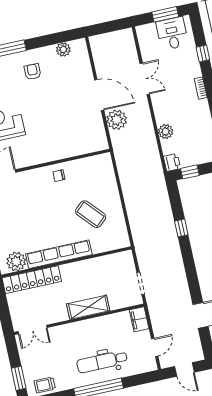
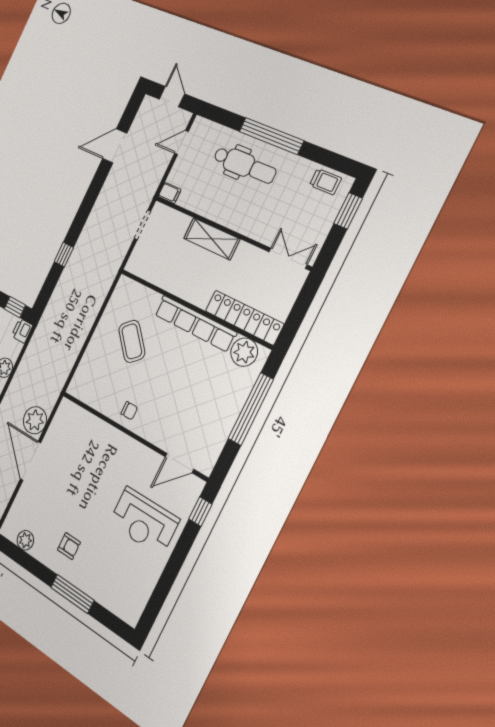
armchair: (33, 72) -> (69, 546), turned -90
filing cabinet: (139, 319) -> (170, 193), width x0.50

